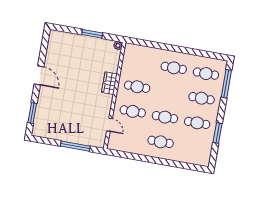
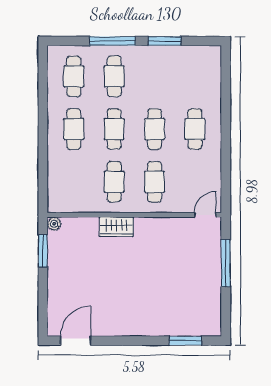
window: (92, 34) -> (43, 251), moved
door: (39, 75) -> (76, 341), moved
window: (226, 84) -> (112, 41), moved
cafe table: (197, 123) -> (114, 129), moved
door: (109, 125) -> (205, 215), moved

